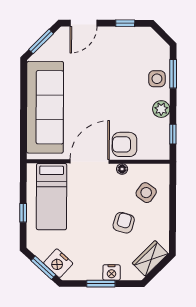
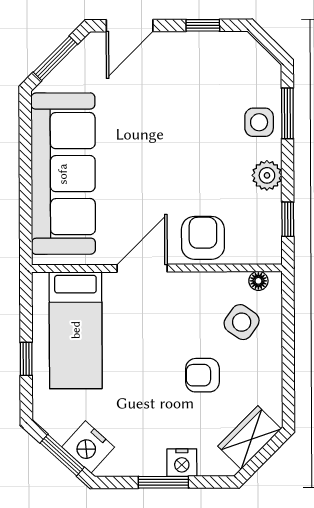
armchair: (124, 144) -> (203, 238), turned 90
door: (90, 161) -> (142, 268), width x0.73
floor lamp: (122, 169) -> (258, 281), moved
armchair: (124, 223) -> (202, 375), turned -106

